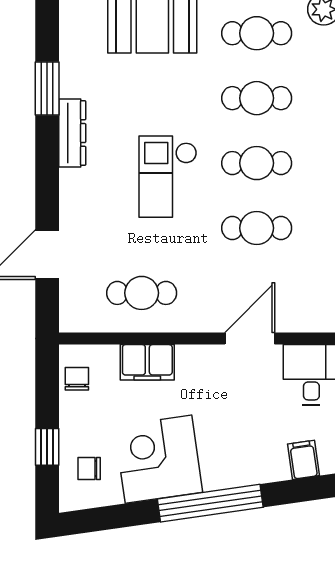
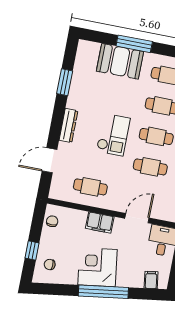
dresser: (72, 133) -> (68, 125), moved
checkout: (168, 177) -> (113, 135), turned 180
filing cabinet: (147, 362) -> (100, 222), moved
corner desk: (158, 459) -> (97, 267), moved

